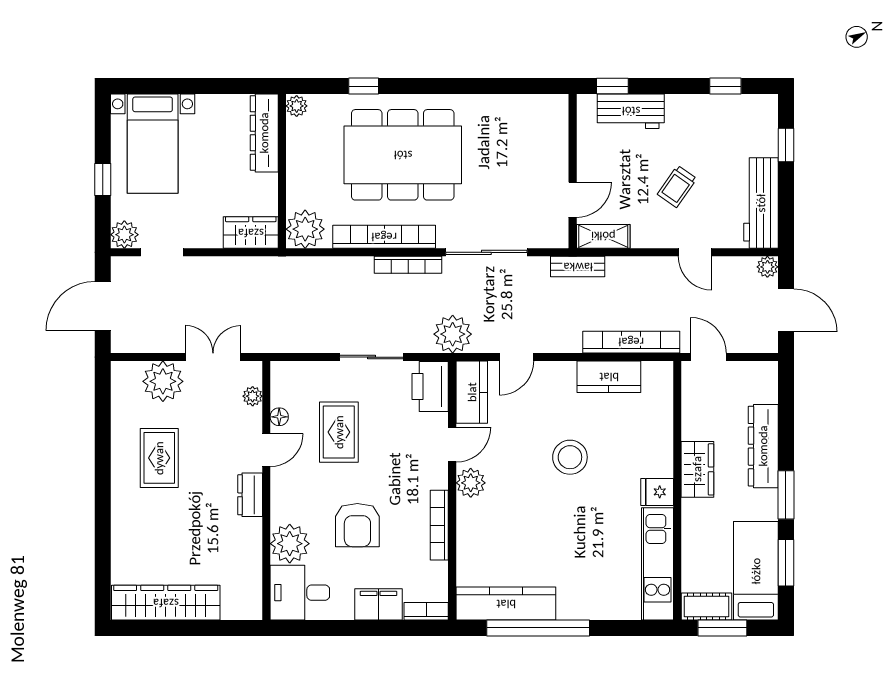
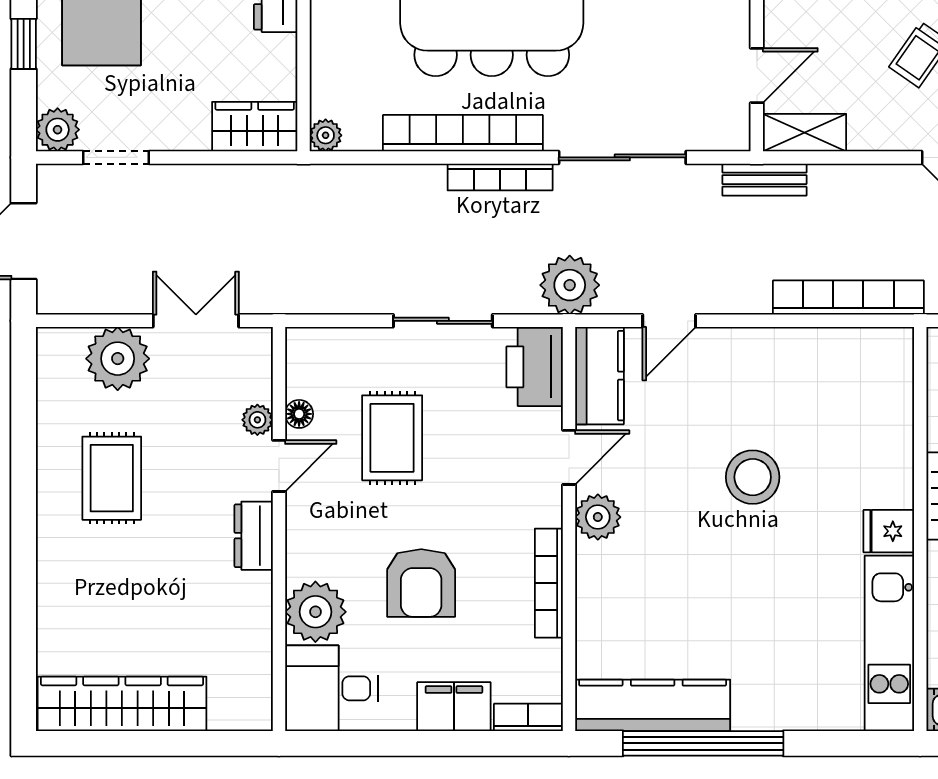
plant: (305, 229) -> (326, 135), width x0.53, depth x0.53
kitchen counter: (609, 377) -> (813, 352), removed
plant: (253, 396) -> (257, 420), moved

